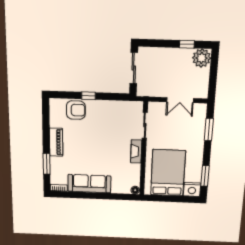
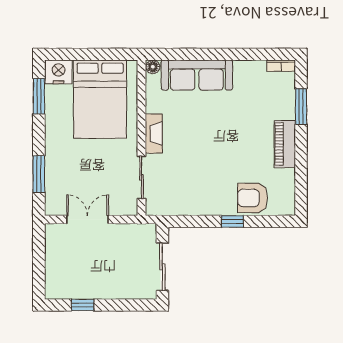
plant: (202, 58) -> (59, 285), removed
sofa: (89, 184) -> (197, 75), moved

